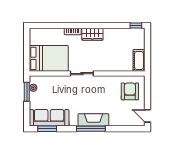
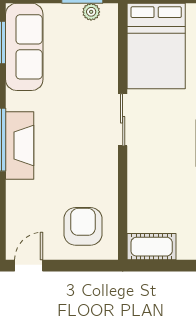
armchair: (130, 91) -> (83, 226), turned -90

